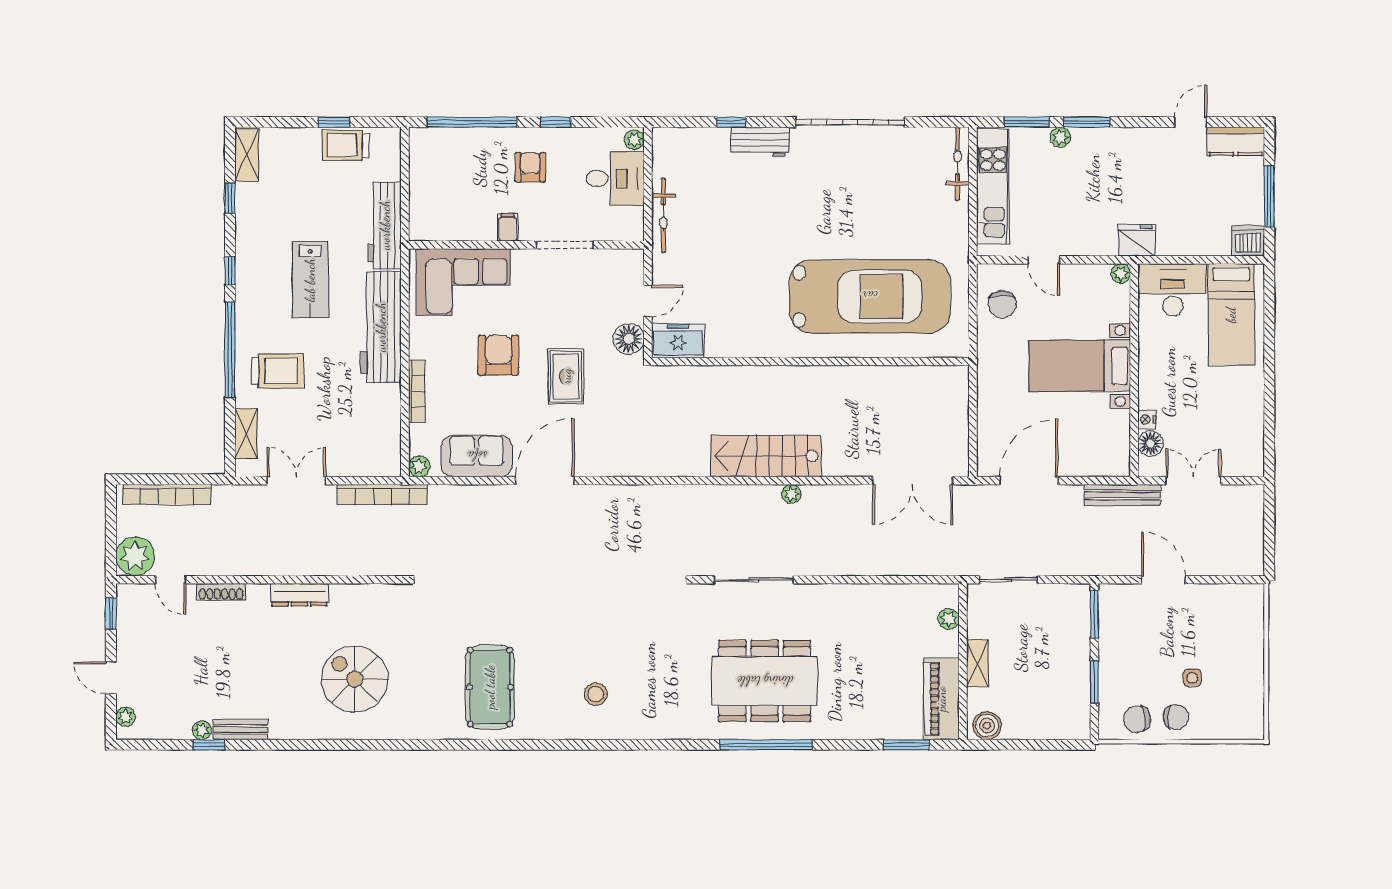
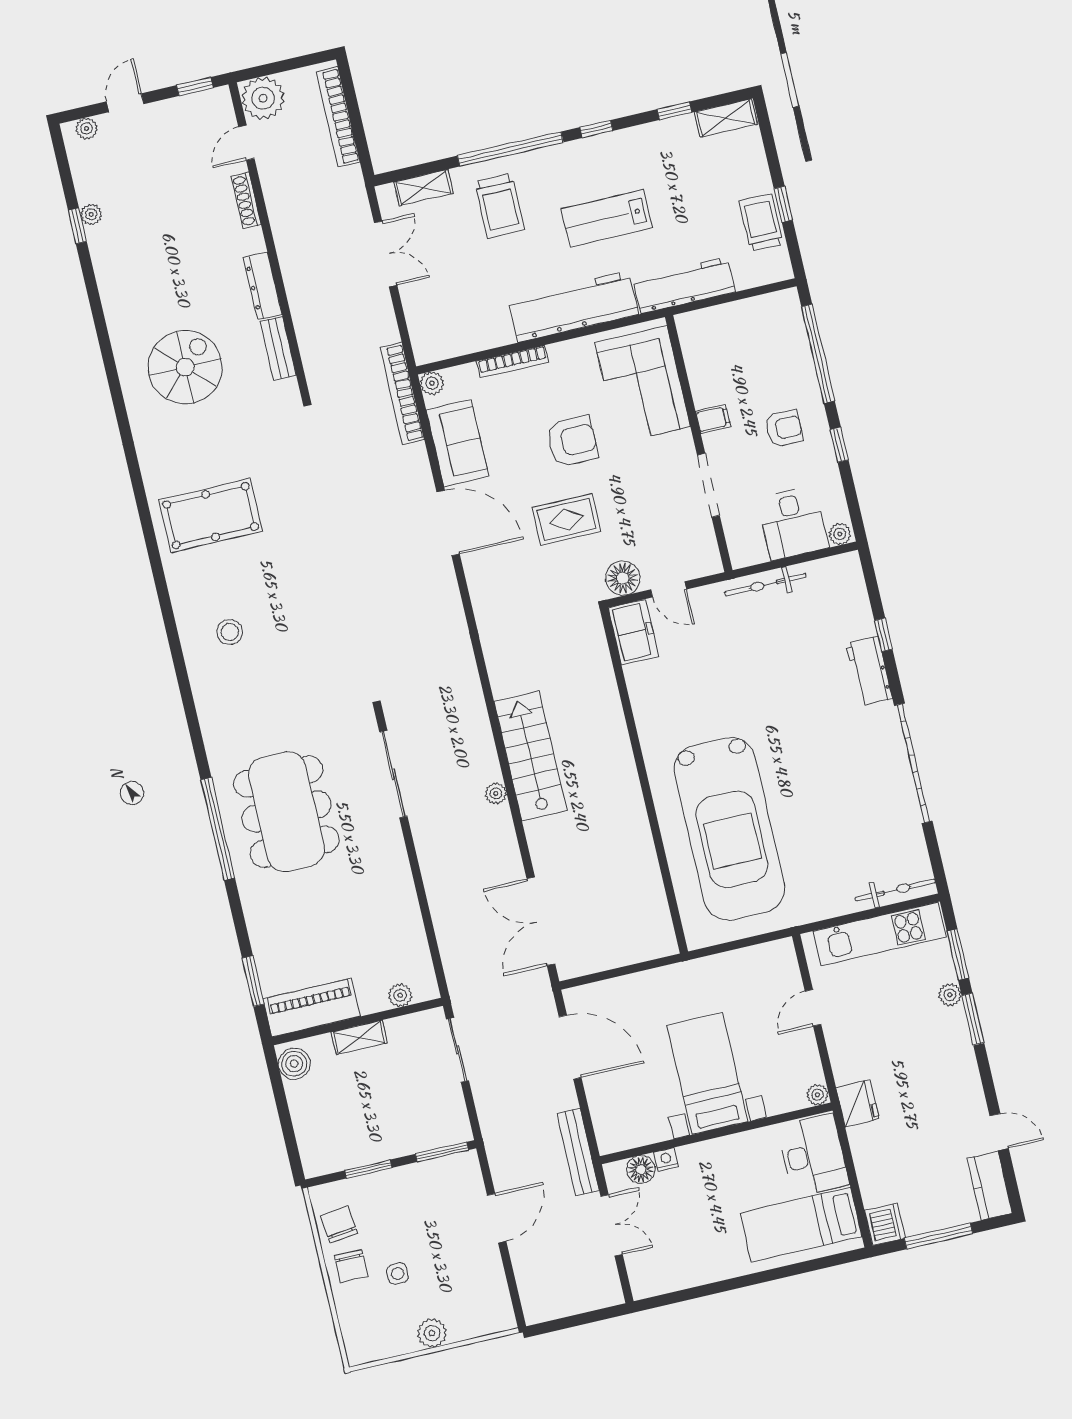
chair: (1002, 304) -> (754, 974), removed
bookcase: (382, 494) -> (402, 394), moved
plant: (1251, 660) -> (432, 1333), added
bench: (240, 729) -> (278, 348), moved

